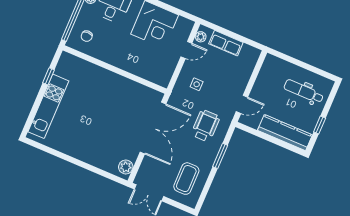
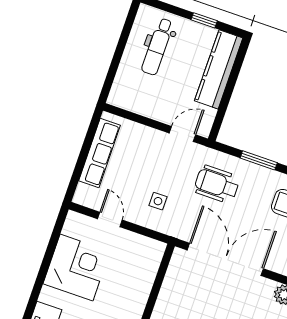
plant: (201, 37) -> (89, 200), removed
row of seats: (226, 43) -> (99, 153), width x1.48
door: (242, 104) -> (182, 134), hinge flipped

